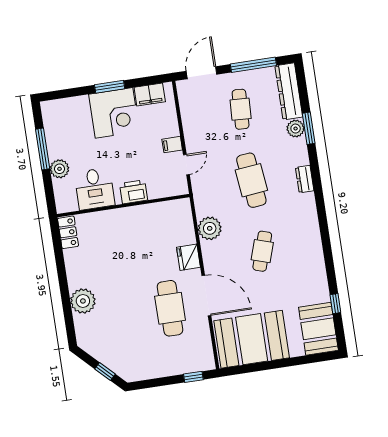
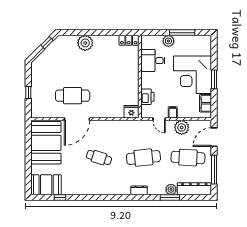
door: (202, 73) -> (214, 137), swing flipped
cafe table: (241, 109) -> (188, 158), width x1.37, depth x1.35
corner desk: (114, 113) -> (193, 75), width x1.36, depth x1.36
printer: (134, 192) -> (147, 97), moved
plant: (210, 228) -> (182, 127), moved
fridge: (188, 257) -> (131, 112), moved
window: (105, 371) -> (47, 43), moved
window: (193, 377) -> (28, 92), moved

